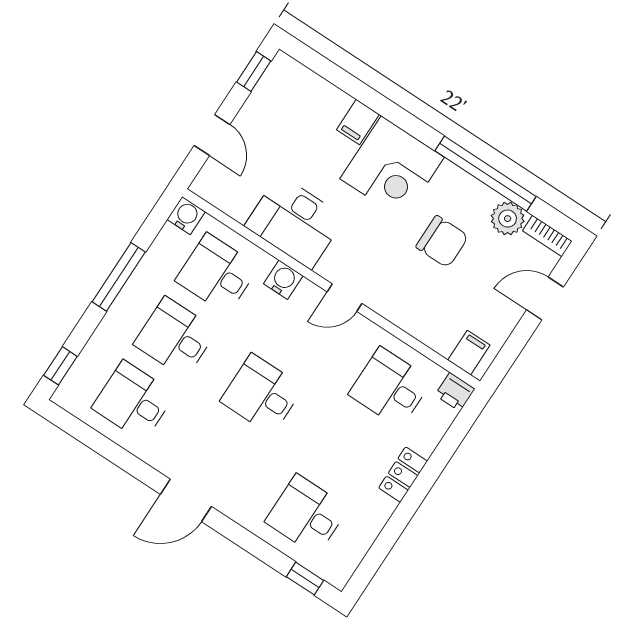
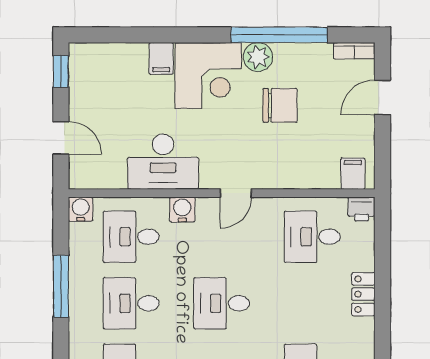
plant: (508, 219) -> (258, 57), moved

